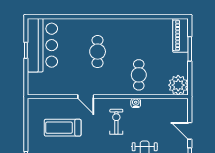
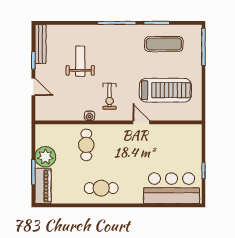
bar counter: (42, 45) -> (172, 188), moved, turned 90
cafe table: (98, 52) -> (101, 188), moved, turned 90
plant: (178, 85) -> (45, 157), moved
treadmill: (63, 128) -> (165, 90), width x1.37, depth x1.38

